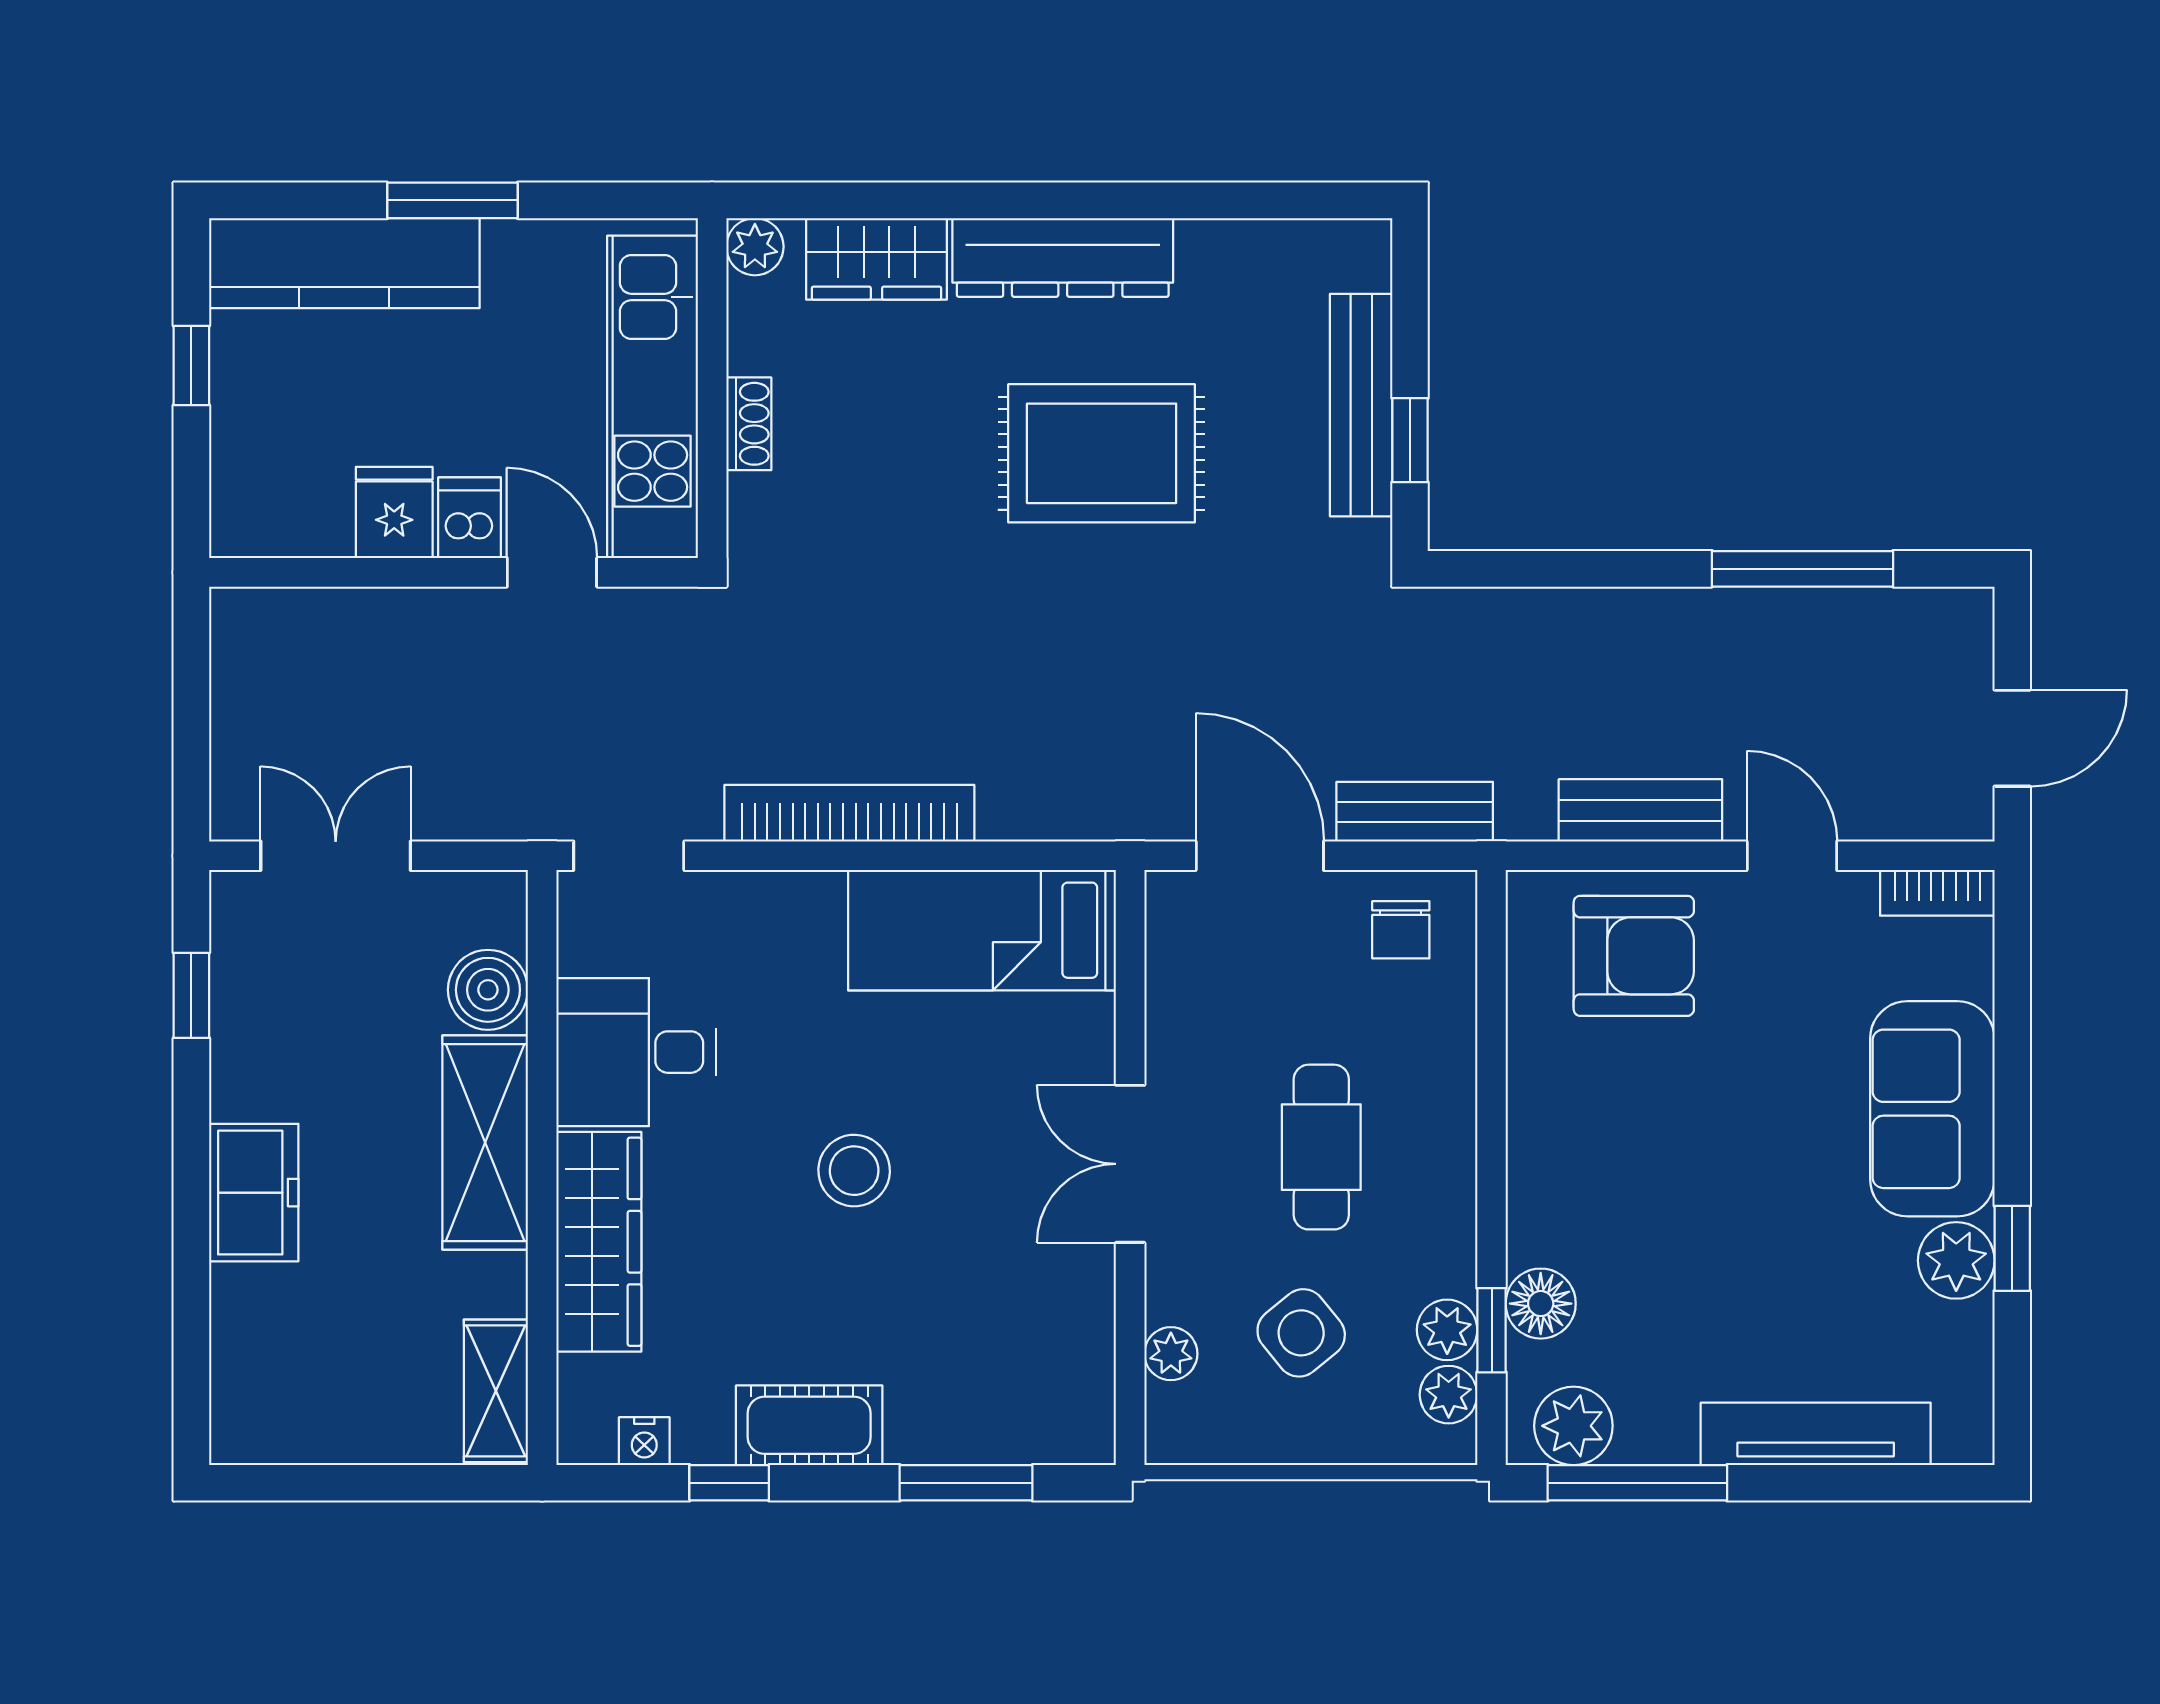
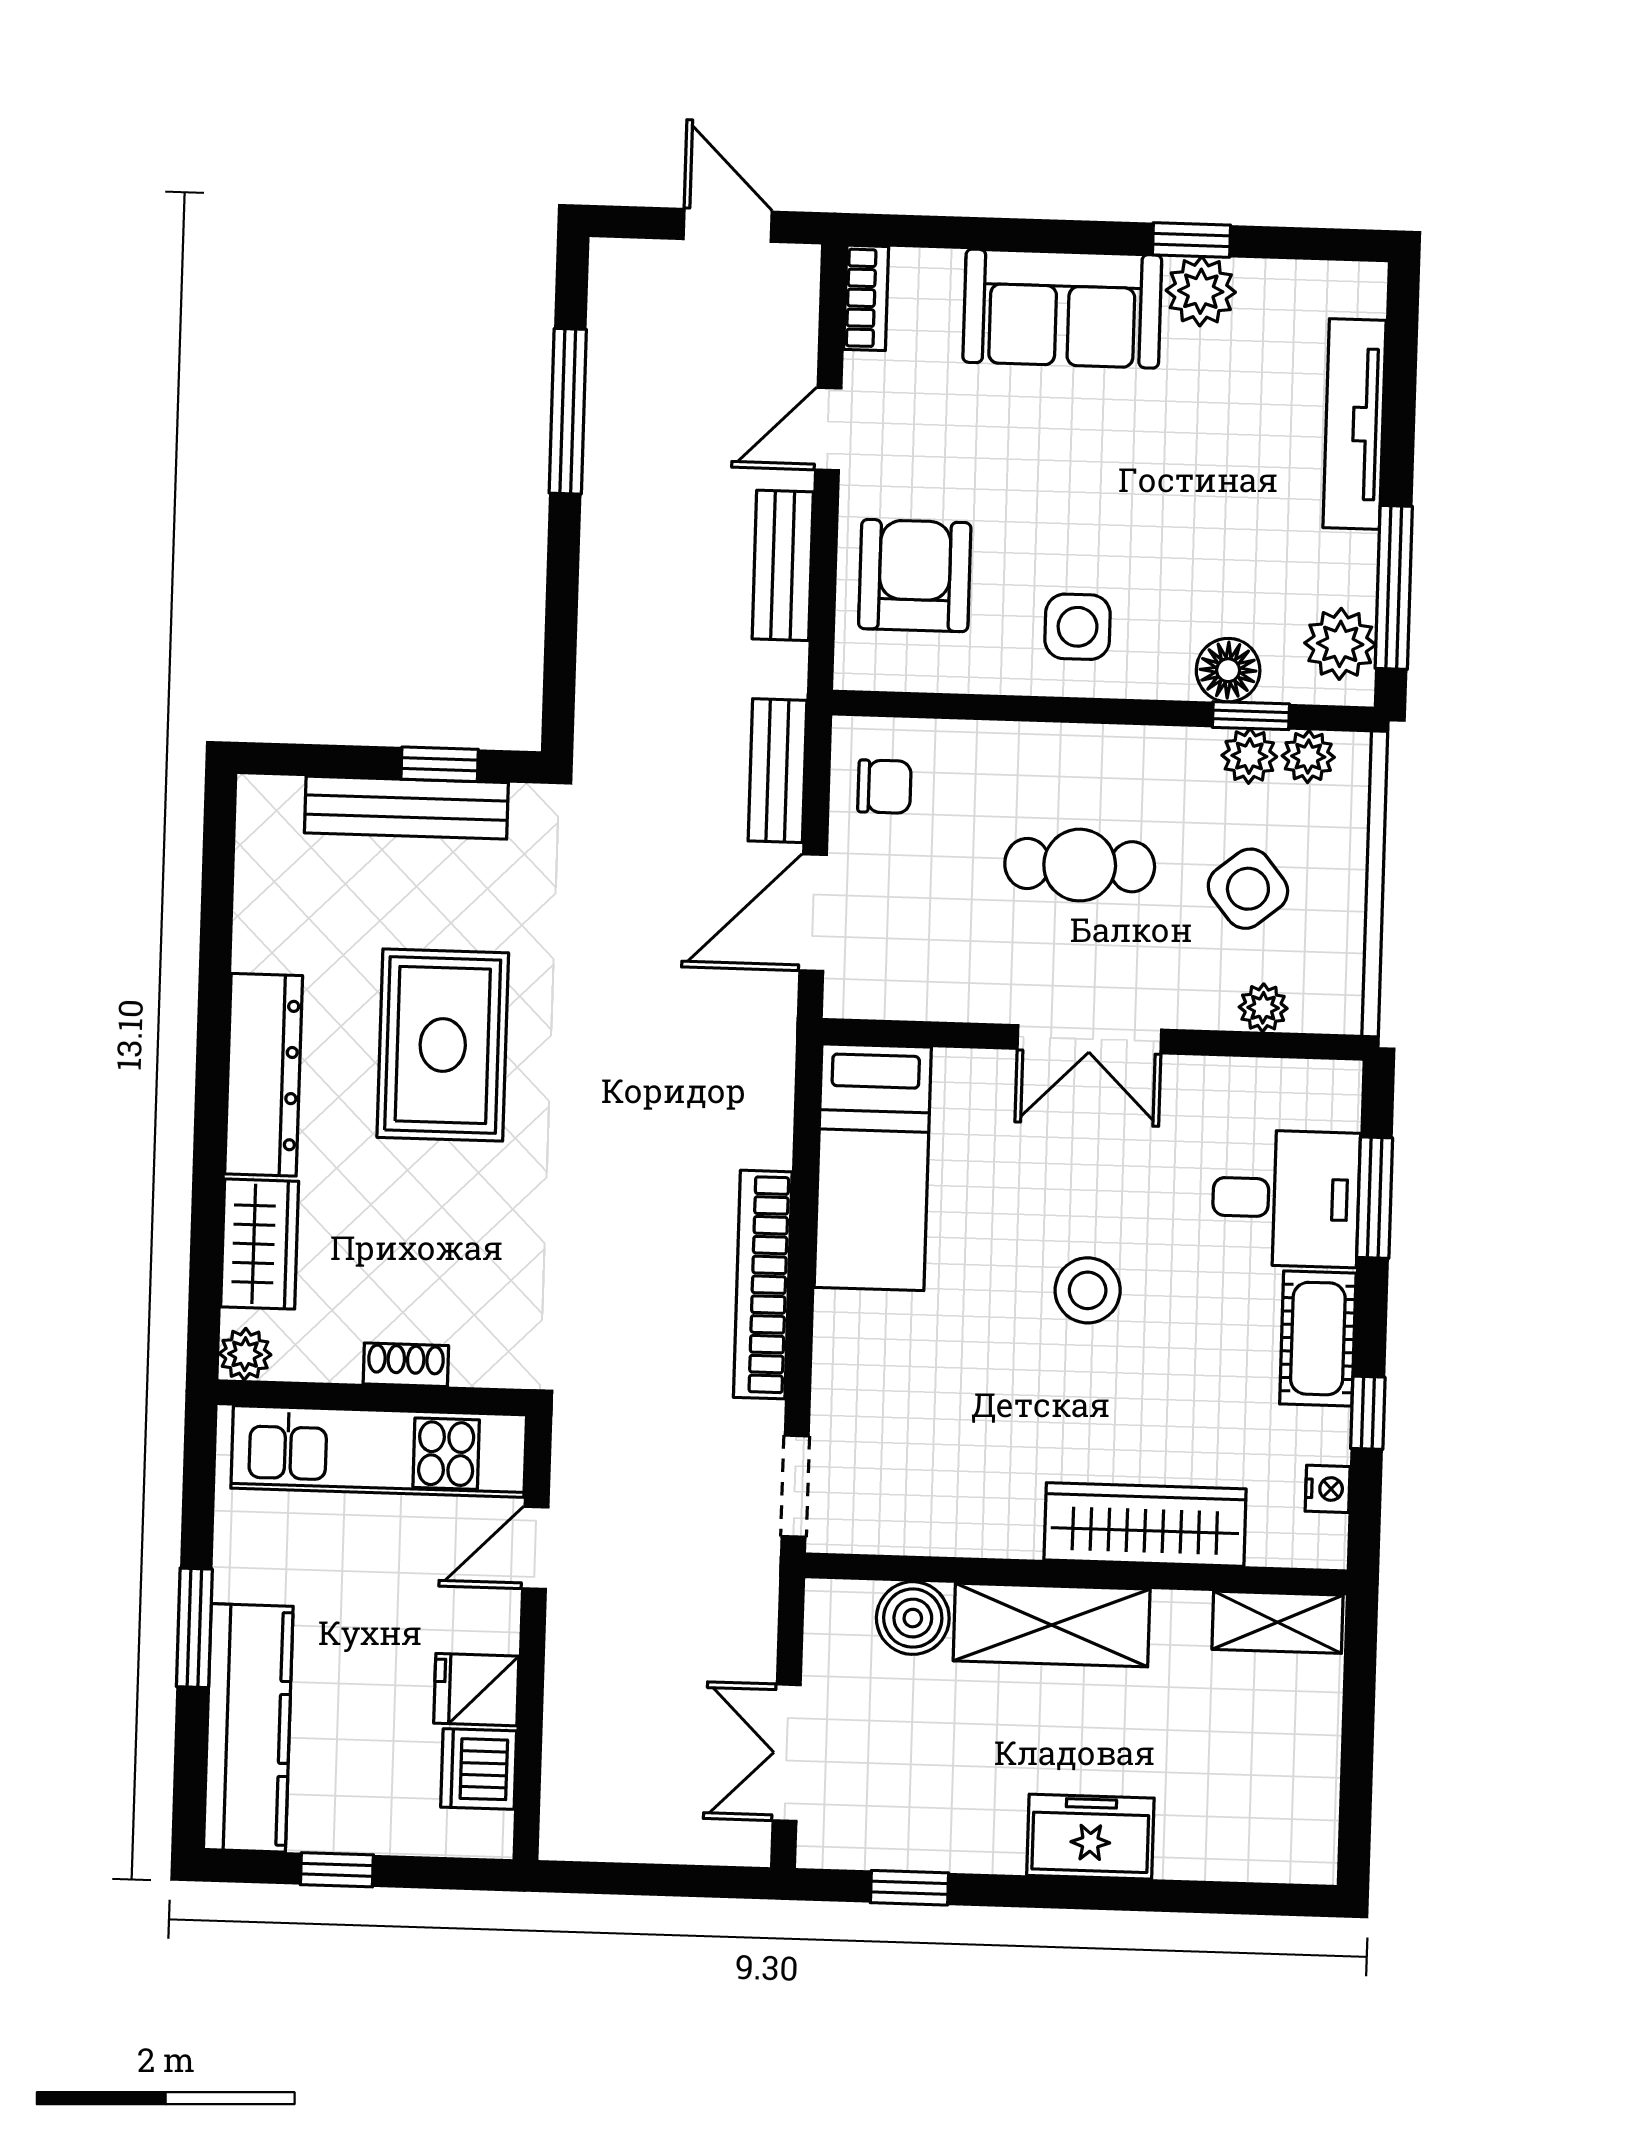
dishwasher: (470, 518) -> (479, 1769), moved, width x1.38
desk: (636, 1052) -> (1286, 1198), moved, turned -90
side table: (1583, 1137) -> (1078, 627), added

